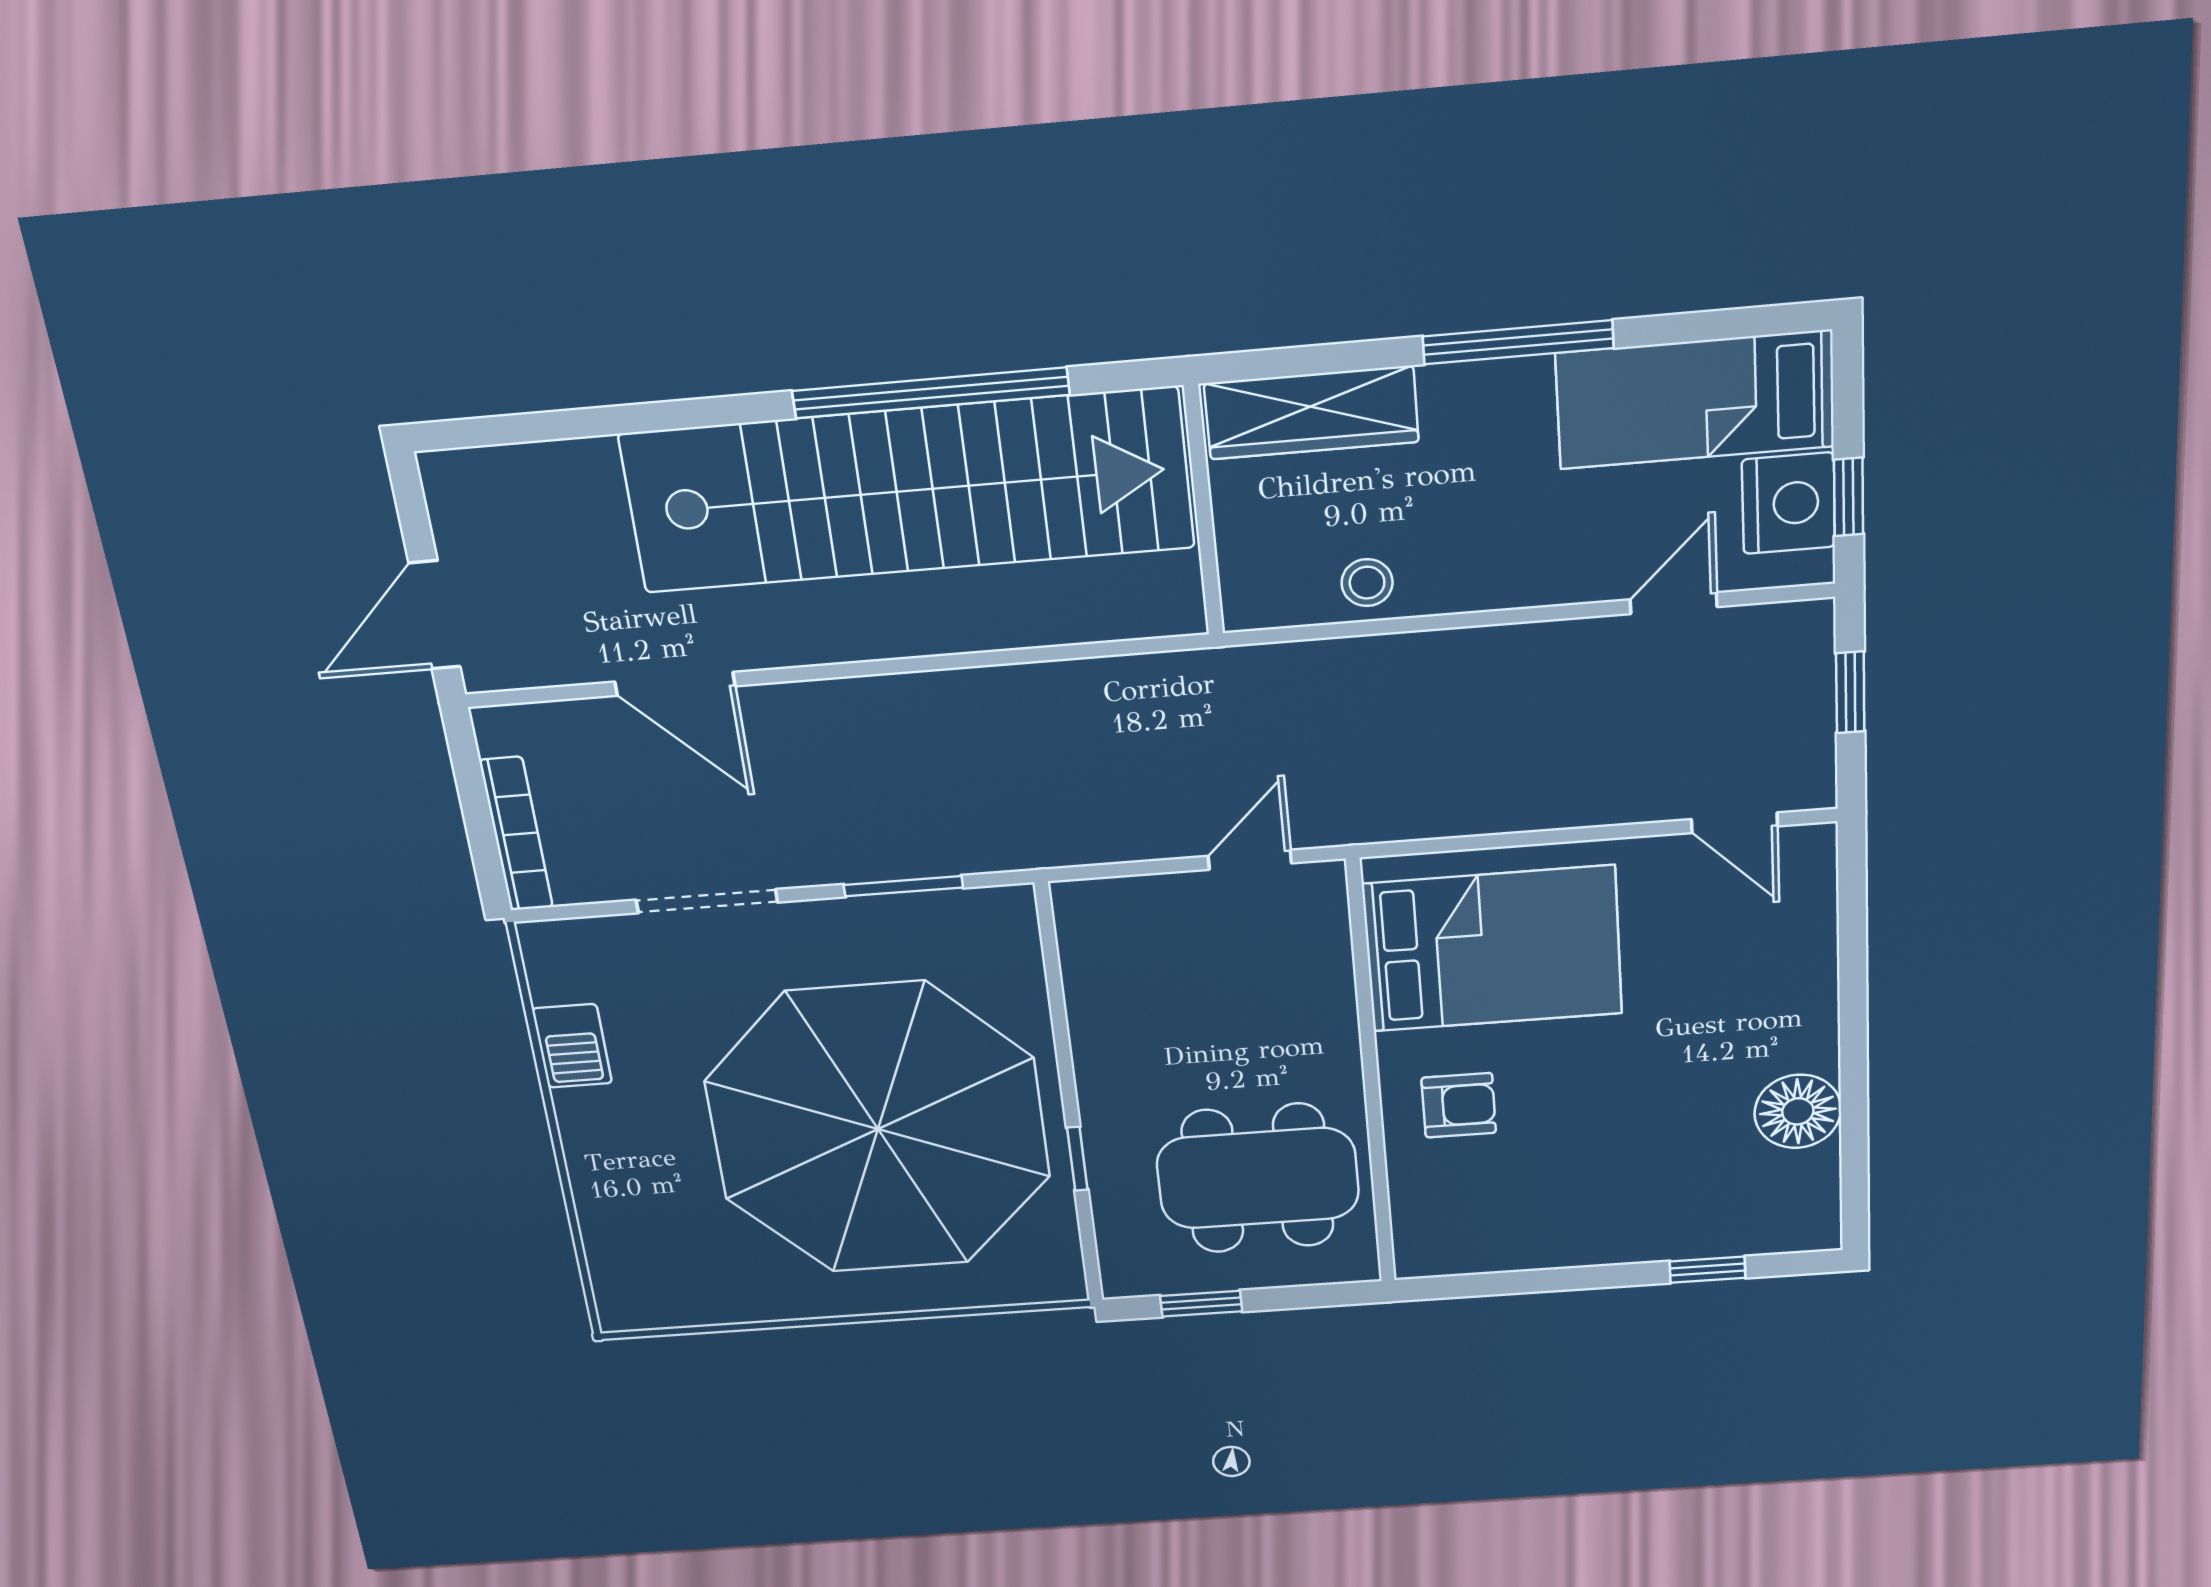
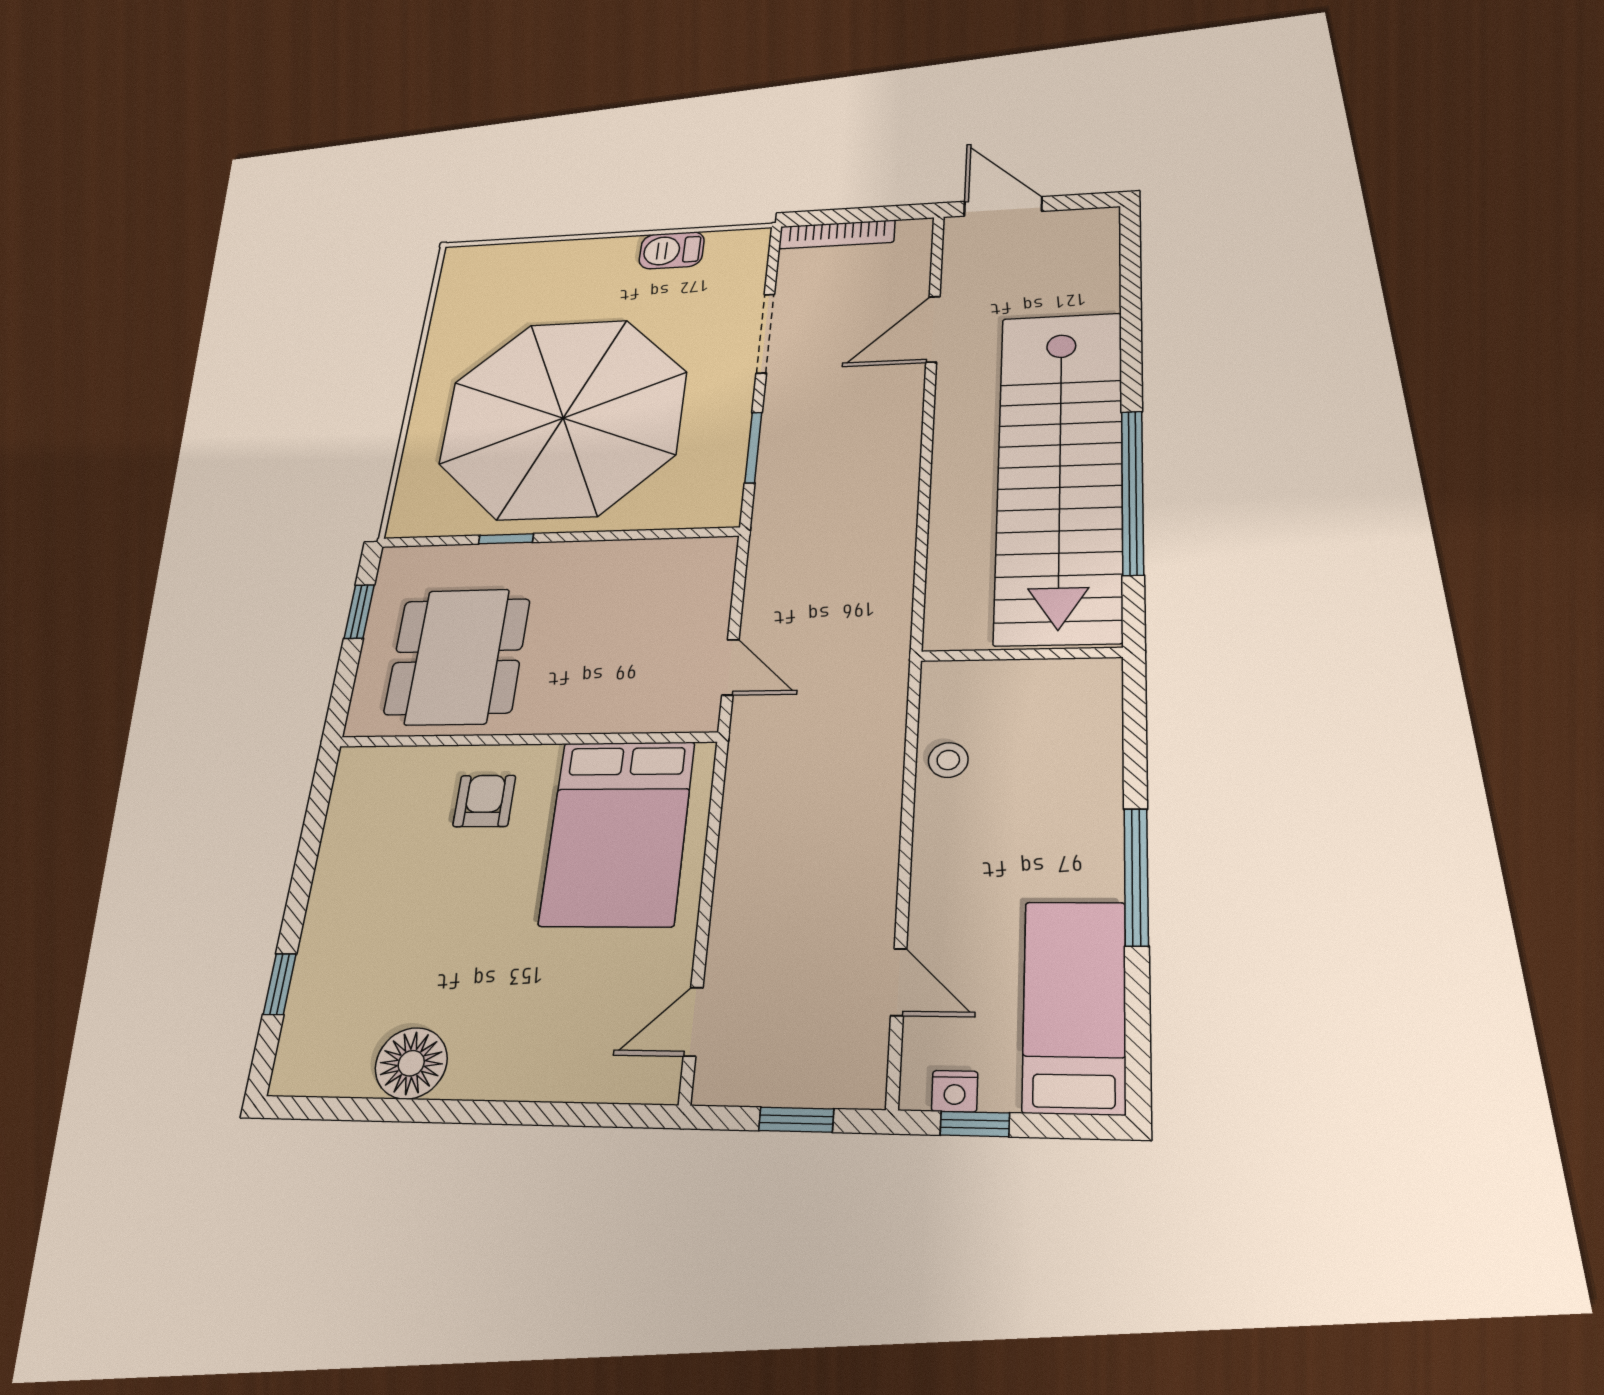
wardrobe: (1311, 413) -> (1092, 730), removed
nightstand: (1788, 503) -> (955, 1091), width x0.53, depth x0.56
armchair: (1459, 1105) -> (484, 801), turned 180

